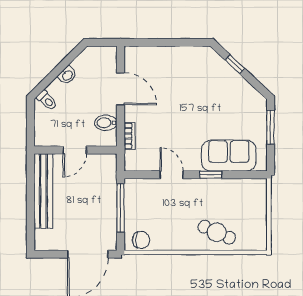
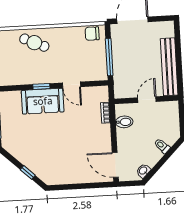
washbasin: (67, 75) -> (143, 171), moved
door: (121, 89) -> (115, 165), moved
toilet: (47, 100) -> (162, 146), moved
sofa: (229, 156) -> (43, 101), moved

